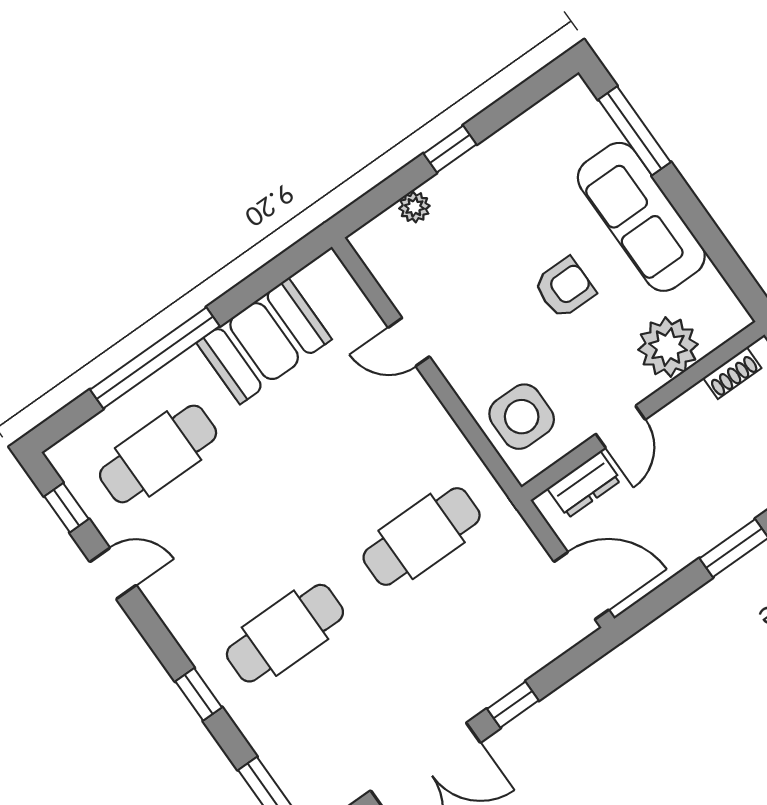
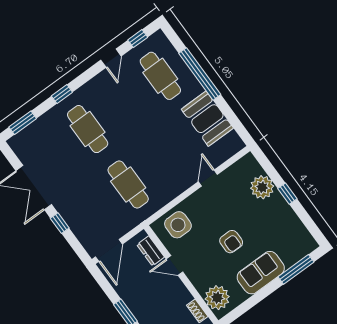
plant: (414, 207) -> (262, 187), width x1.88, depth x1.88
sofa: (641, 217) -> (261, 273), width x0.73
plant: (668, 347) -> (217, 298), moved

